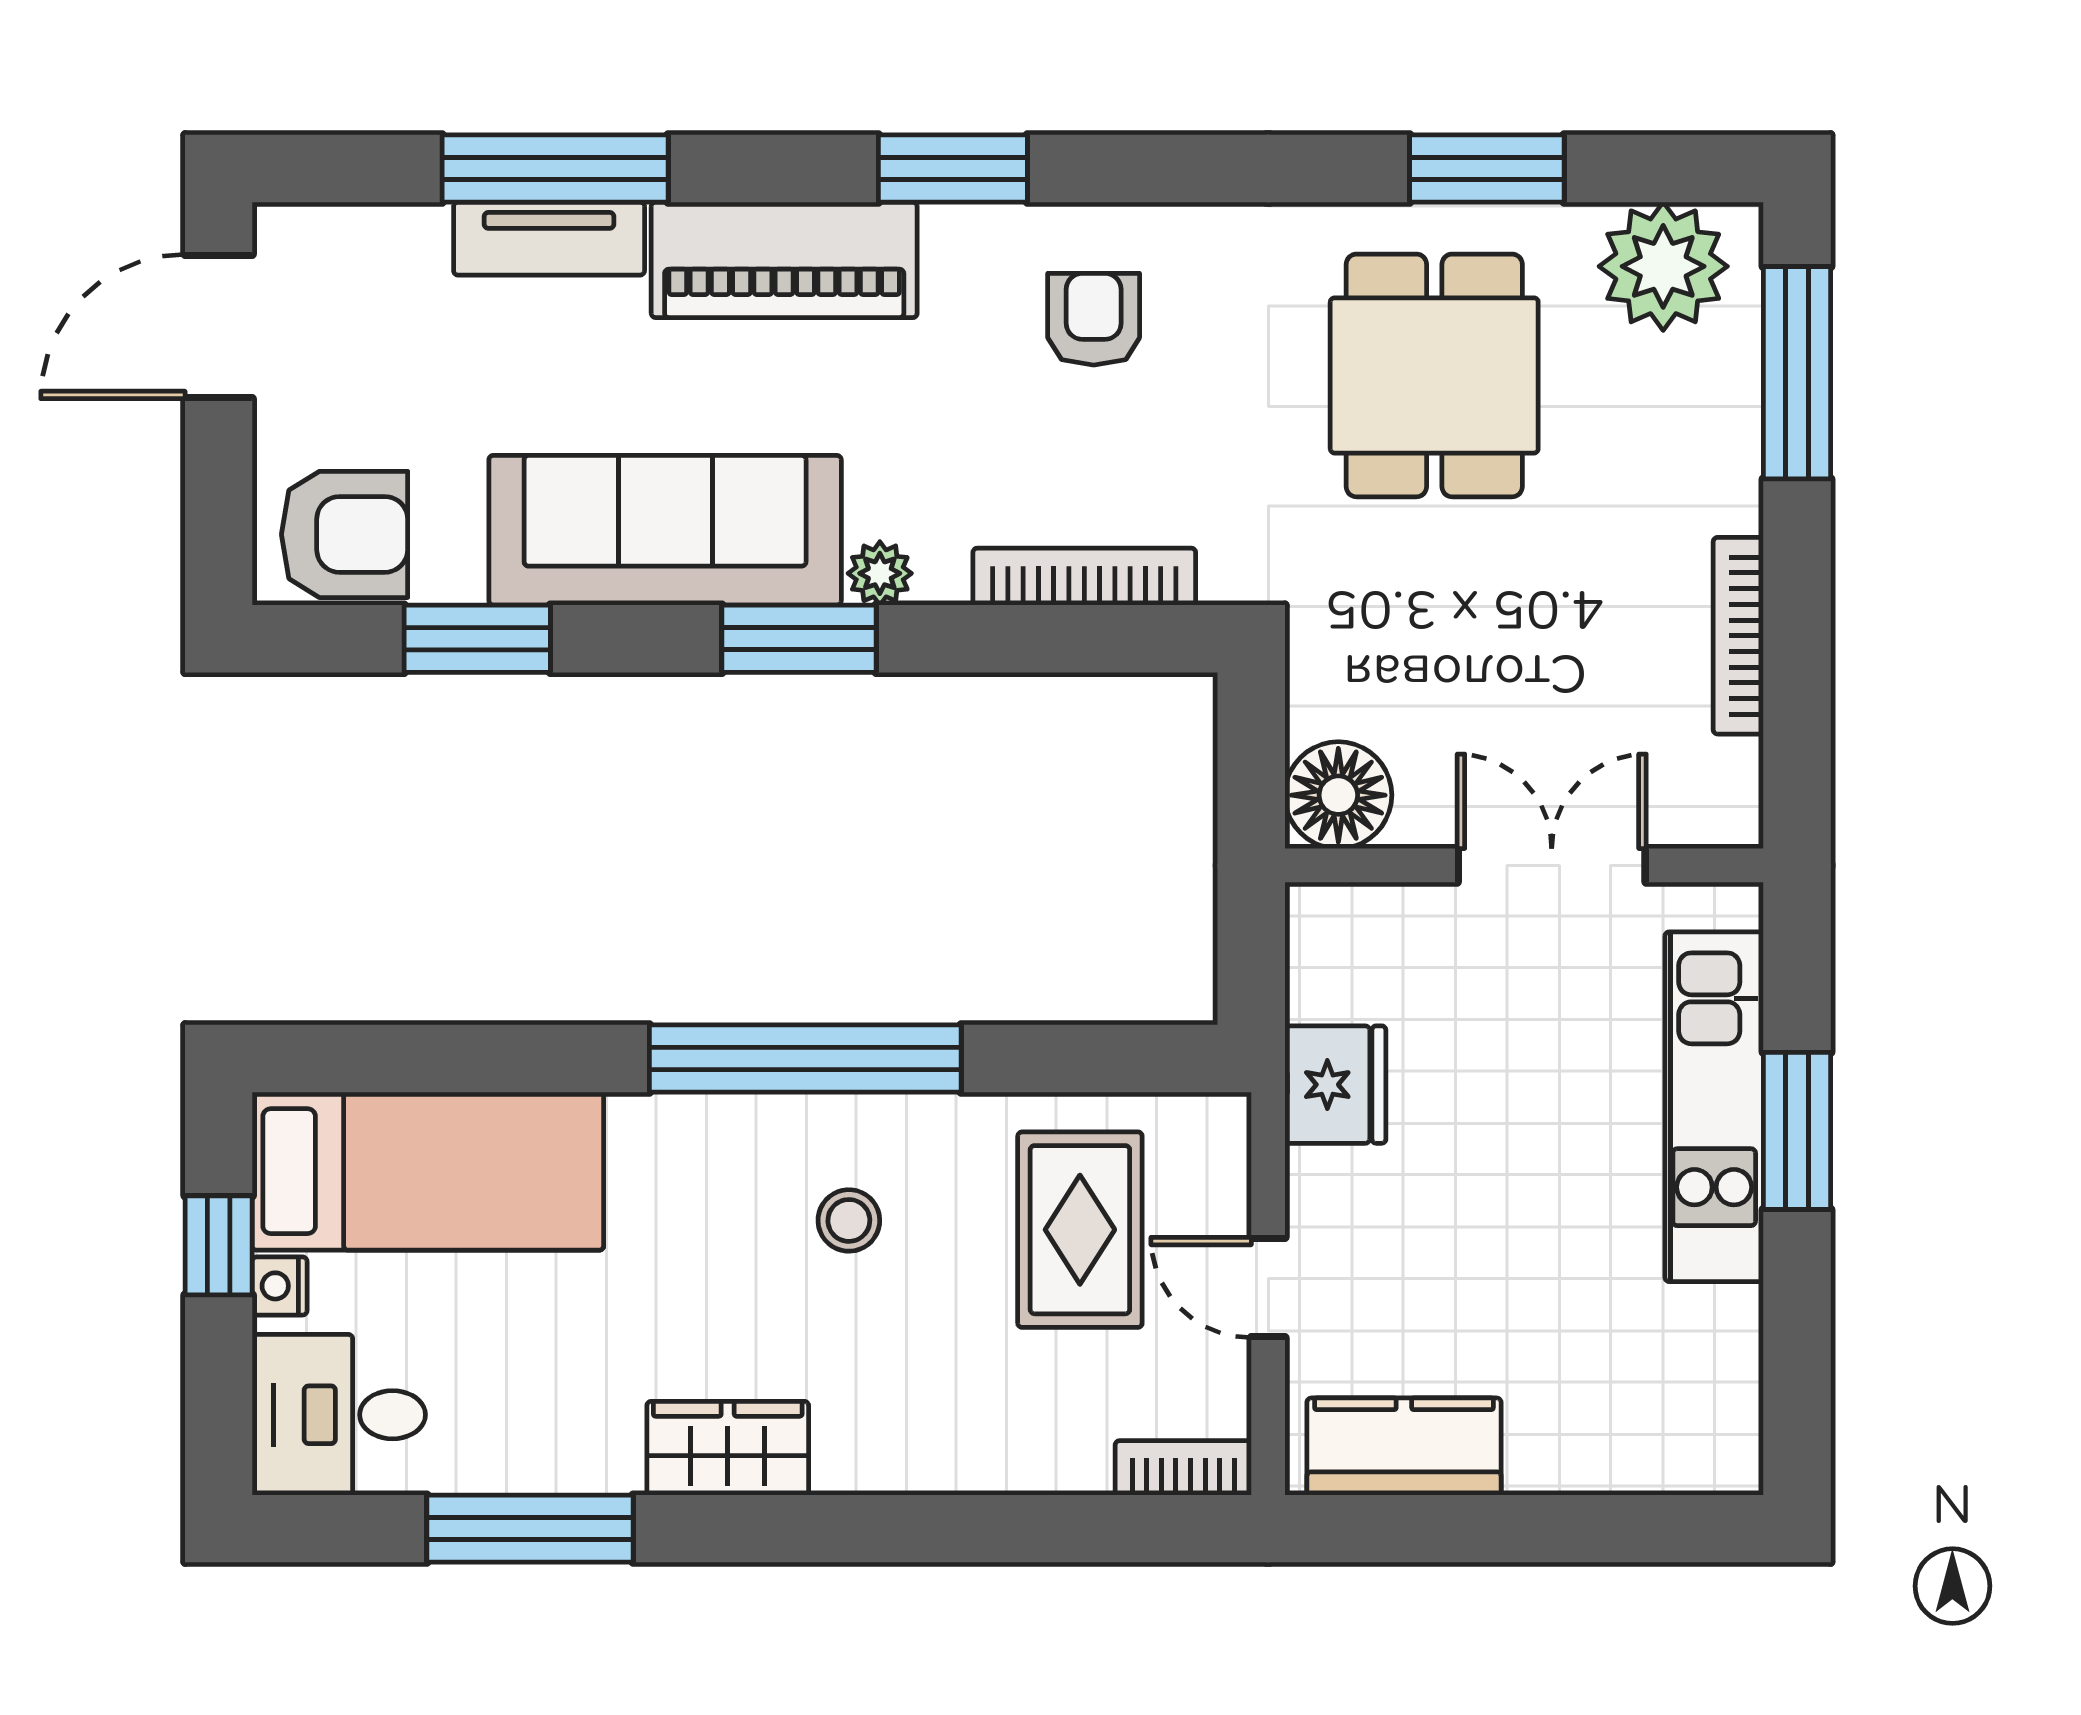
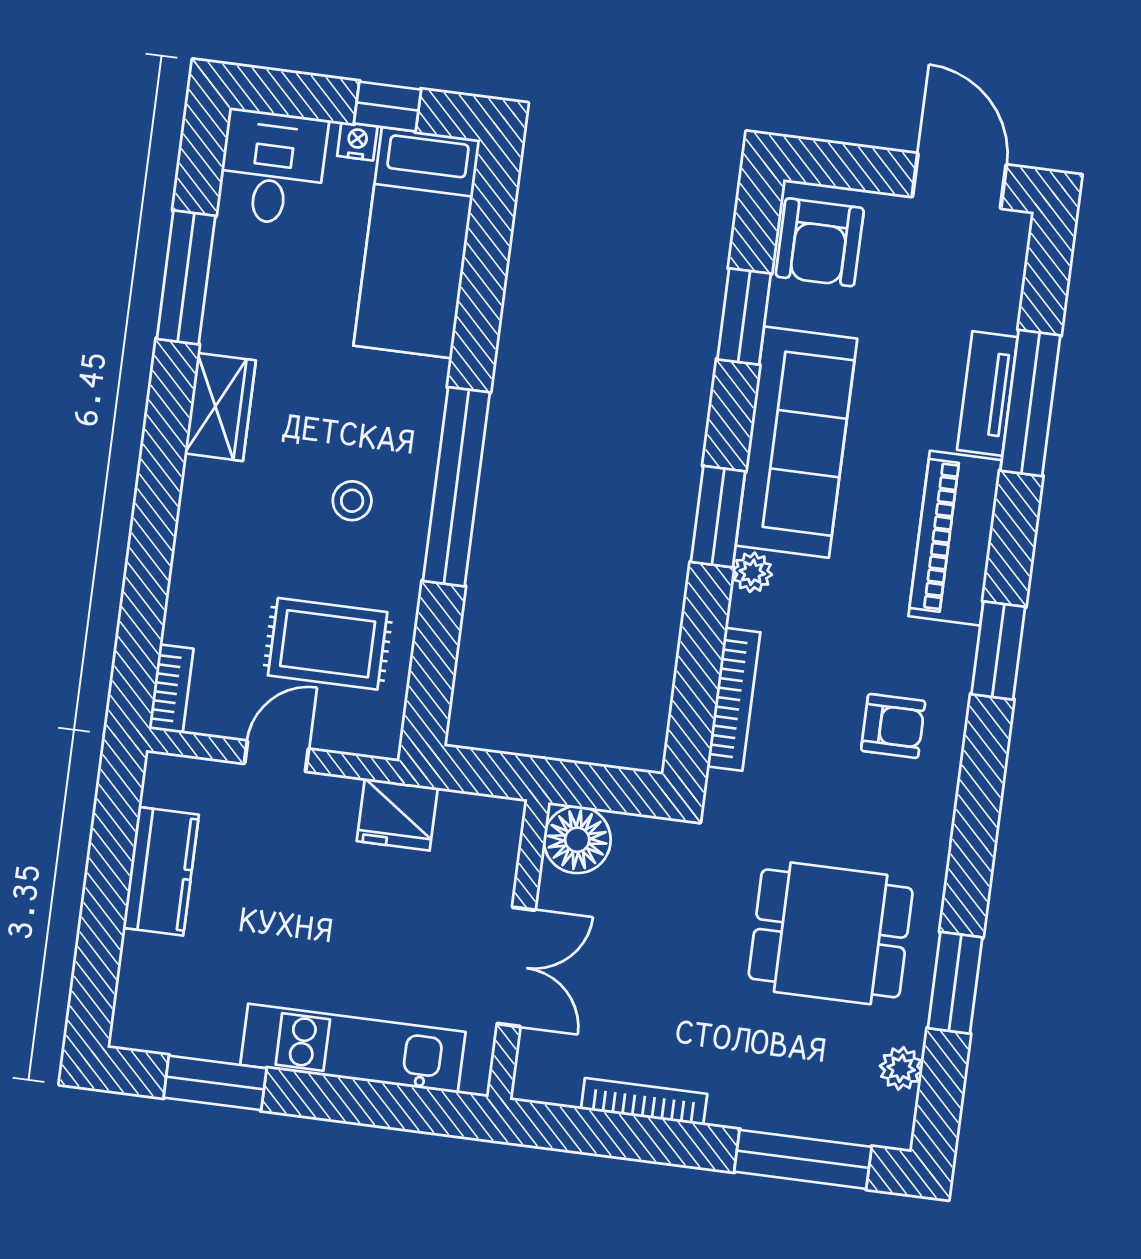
plant: (1663, 266) -> (901, 1068), width x0.53, depth x0.53
window: (1797, 1131) -> (215, 1083), moved
kitchen counter: (1404, 1447) -> (161, 871), moved

